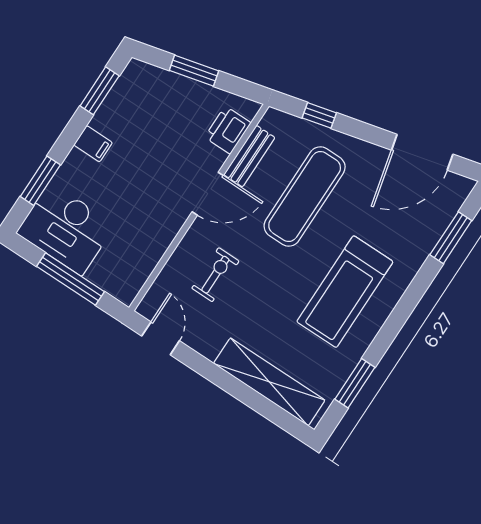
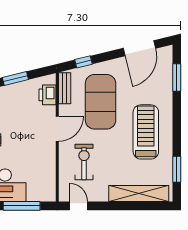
bench: (249, 156) -> (65, 88), moved
exercise mat: (305, 196) -> (101, 102), width x1.47
exercise bike: (215, 275) -> (84, 162), width x1.38, depth x1.39
treadmill: (345, 292) -> (146, 132), turned 180

